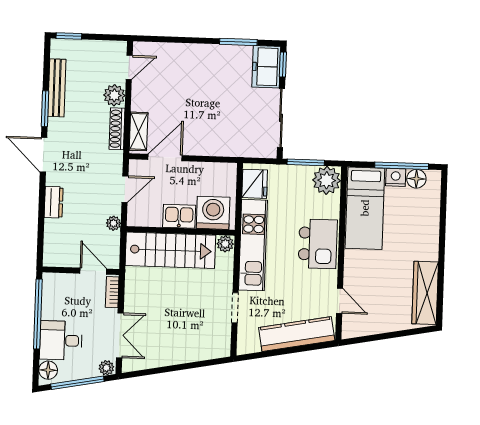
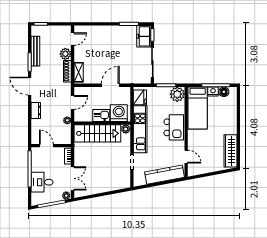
door: (165, 157) -> (110, 85), moved
door: (93, 271) -> (46, 146), moved
floor lamp: (48, 370) -> (36, 198), removed

